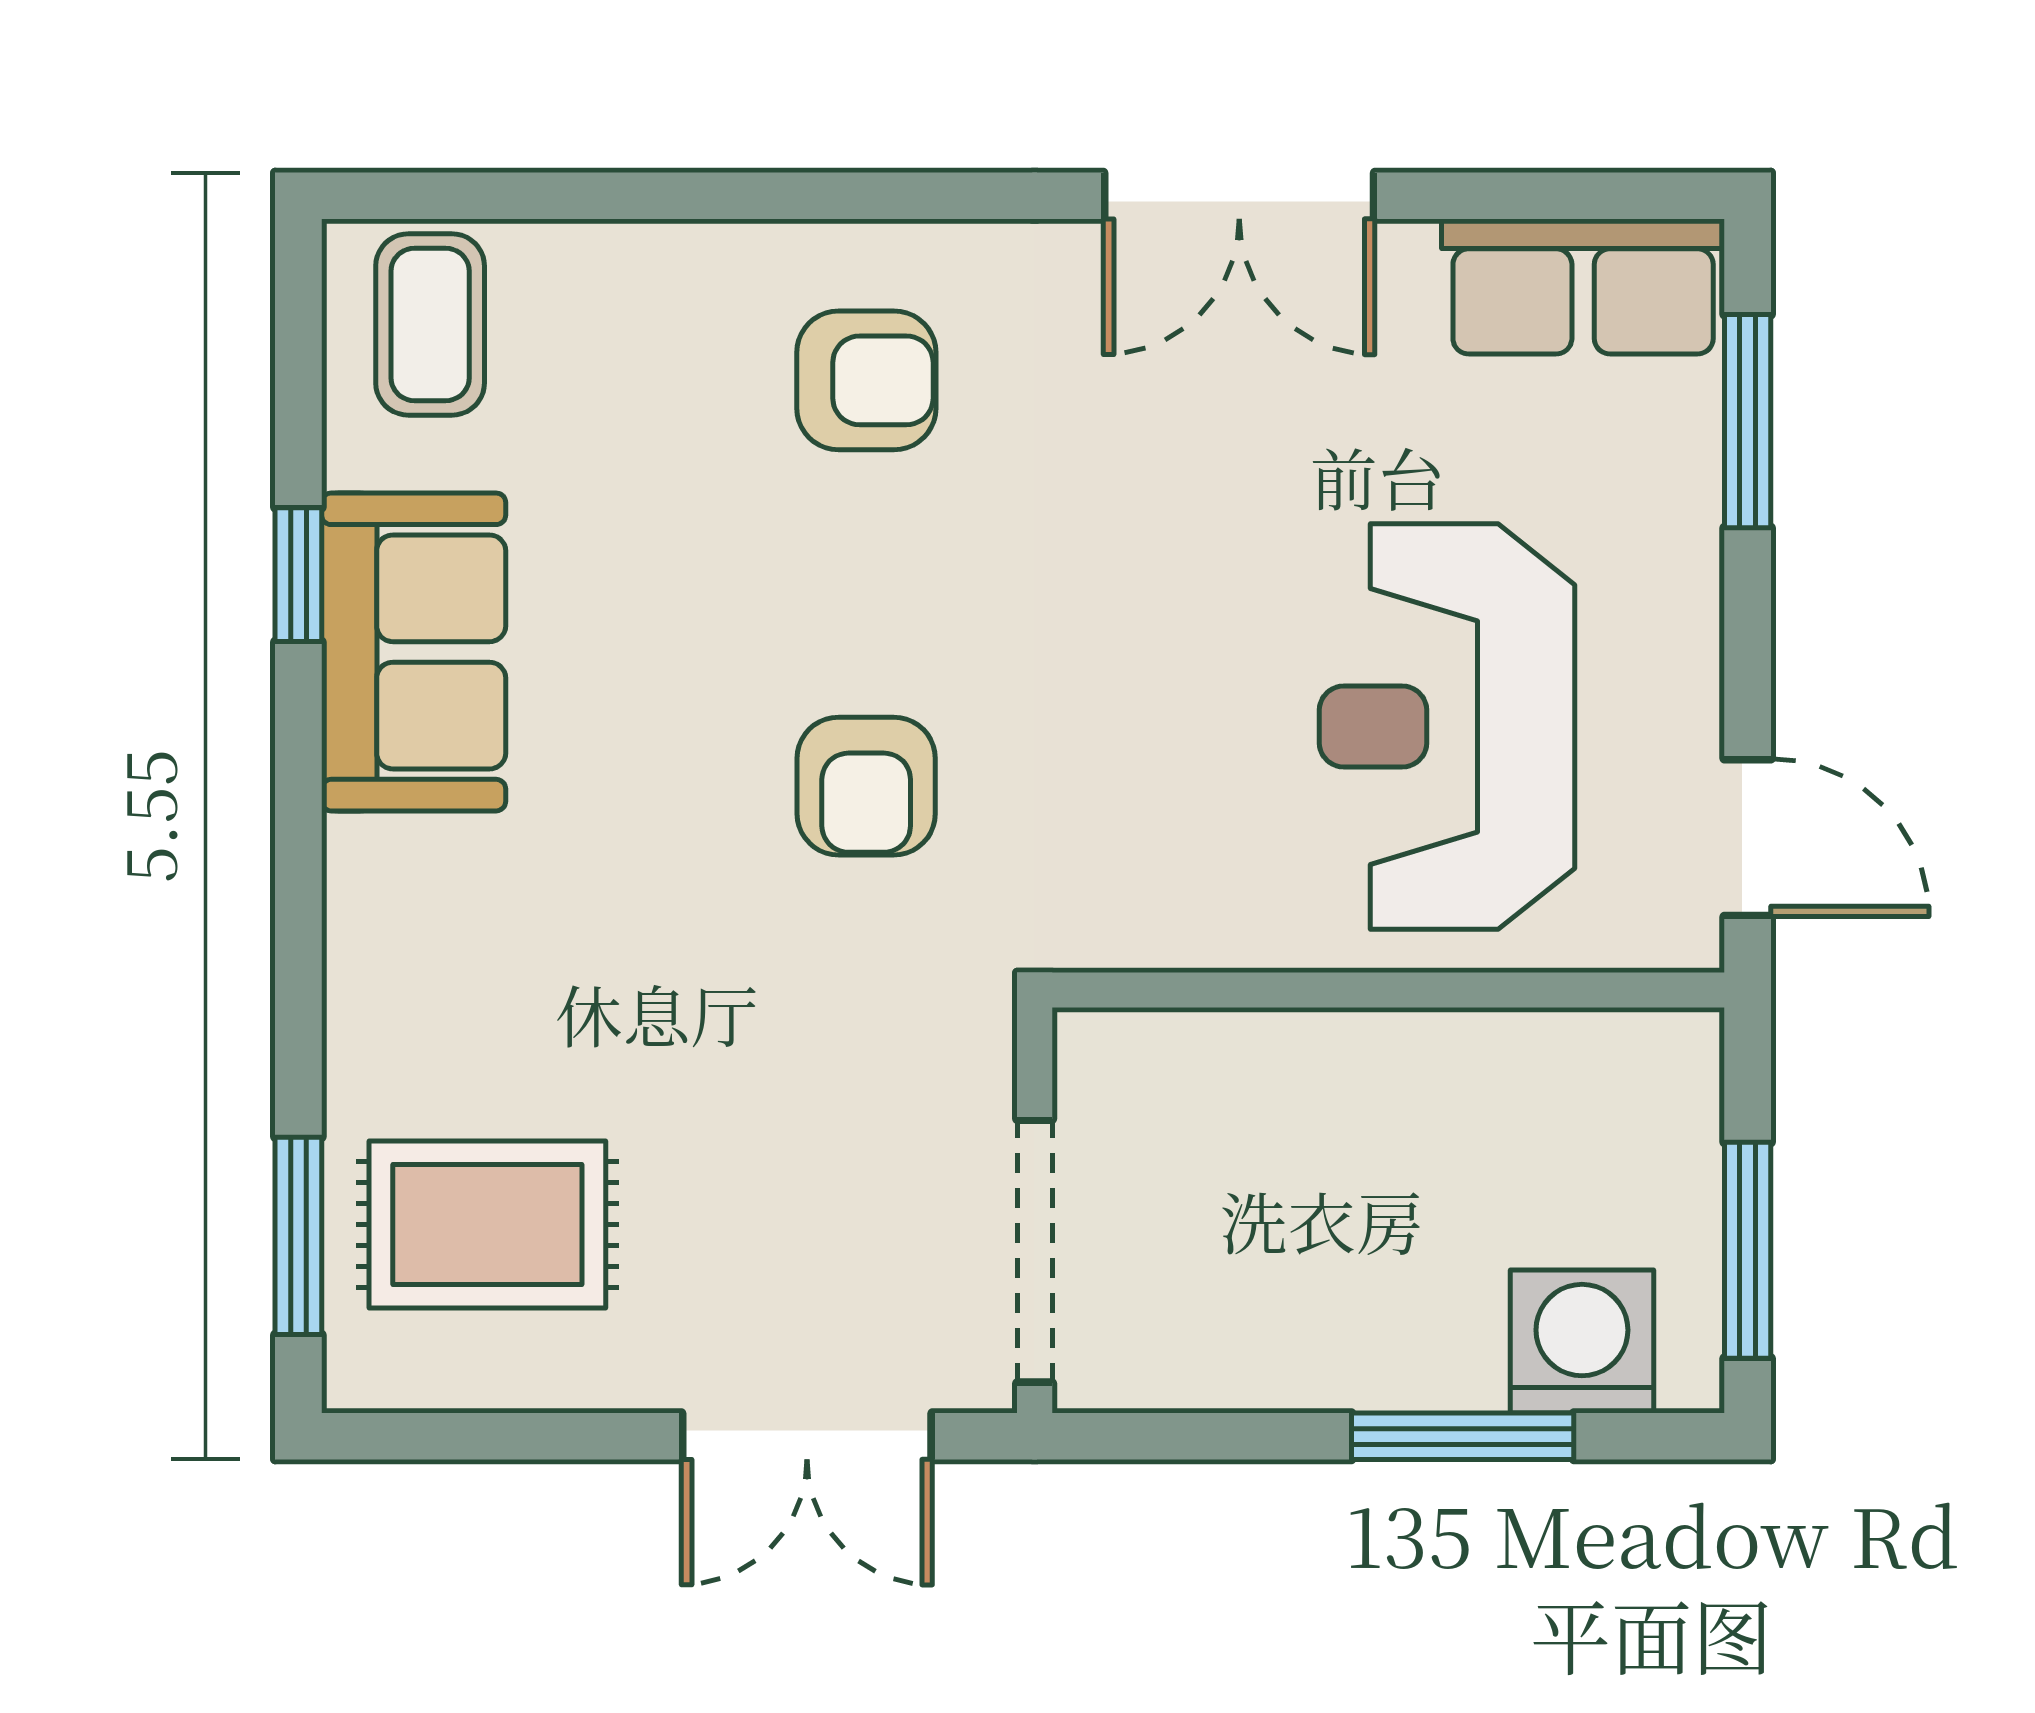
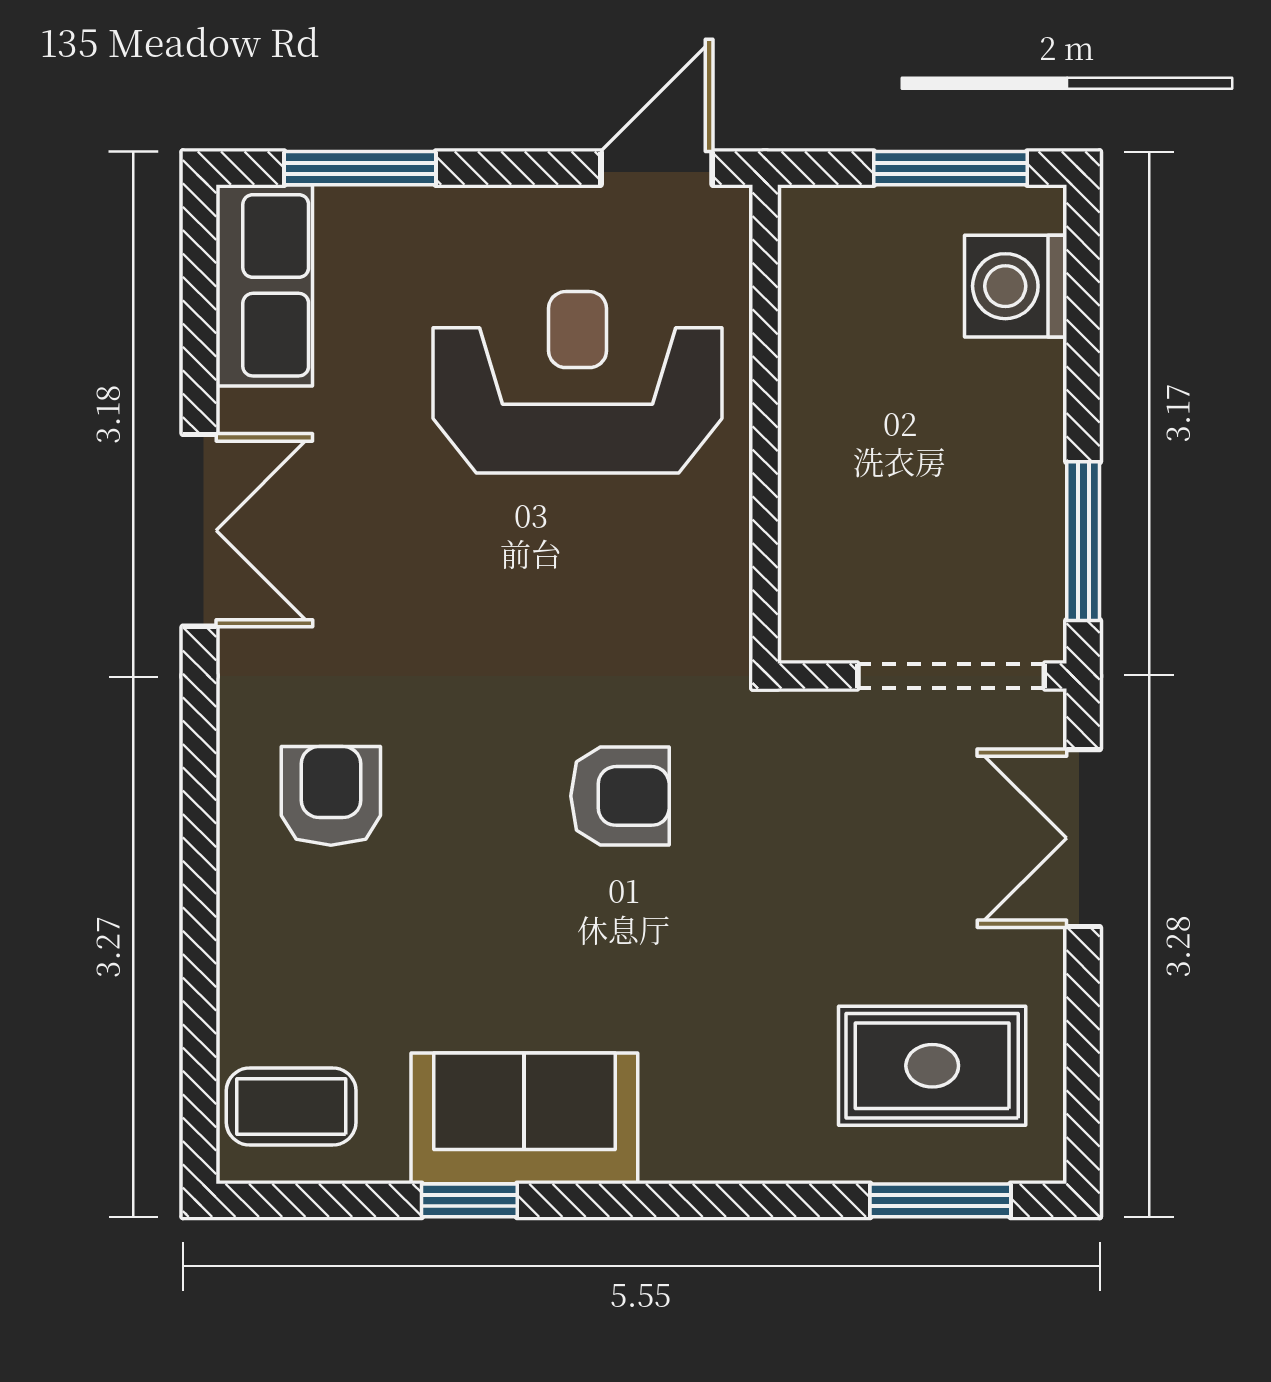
reception desk: (1447, 727) -> (578, 382), turned 180
rug: (487, 1224) -> (932, 1066), turned 90
double door: (807, 1436) -> (1083, 838), swing flipped
window: (1463, 1436) -> (1083, 541), moved

